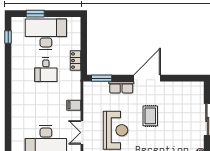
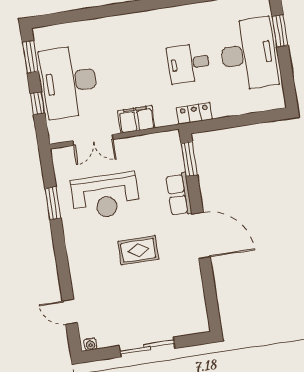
locker: (76, 61) -> (194, 113), moved
filing cabinet: (74, 105) -> (136, 119), width x2.00
double door: (82, 132) -> (93, 140), swing flipped

